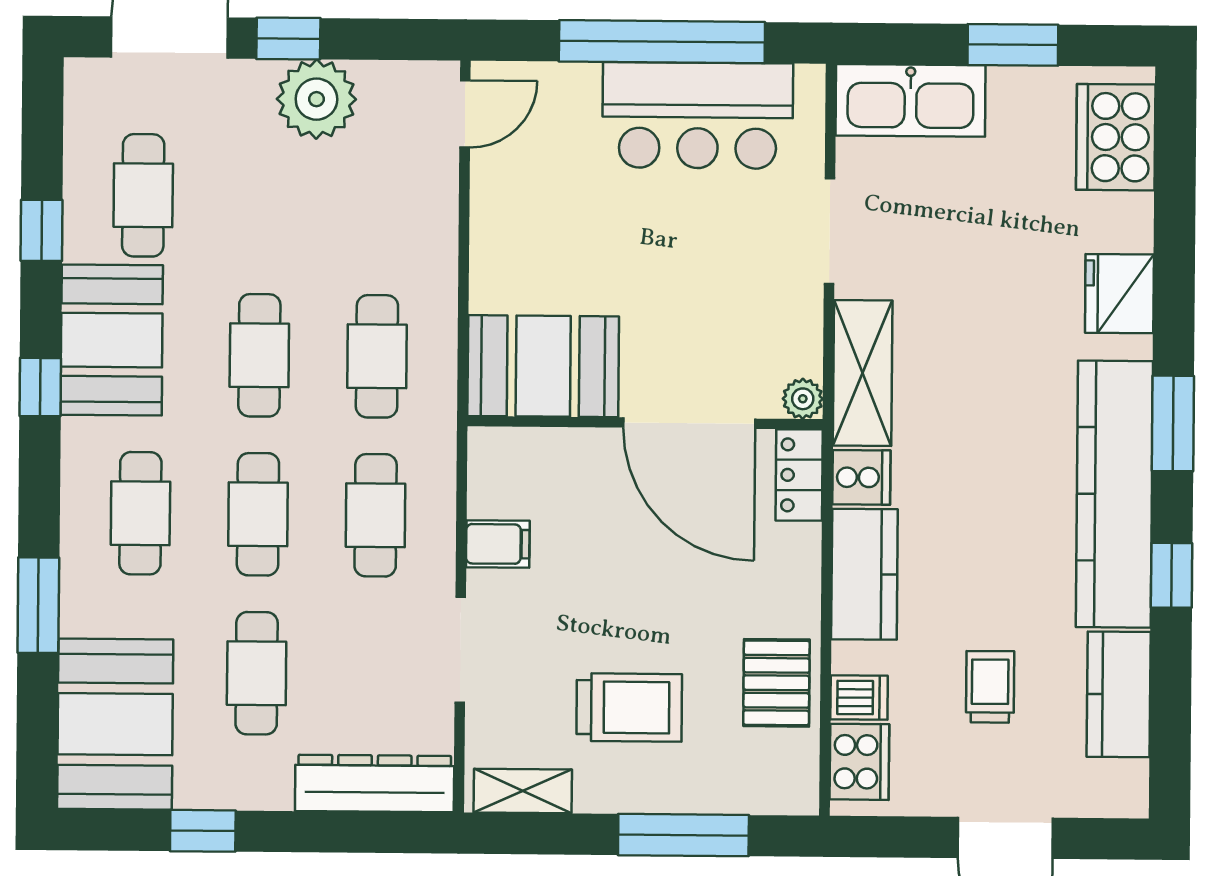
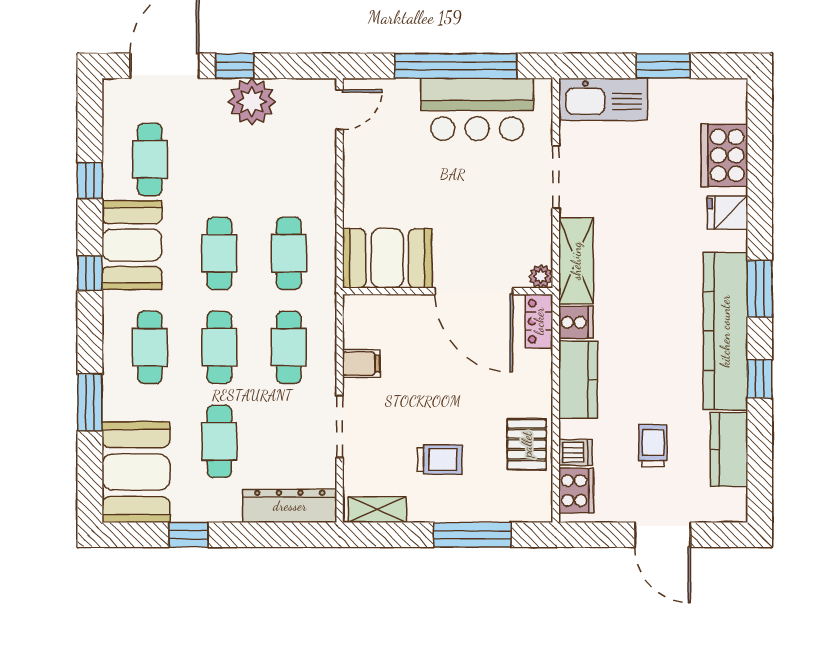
cooker: (1116, 137) -> (724, 155), moved
fridge: (1119, 294) -> (727, 212), width x0.72
trolley: (629, 707) -> (440, 460), width x0.73, depth x0.72

